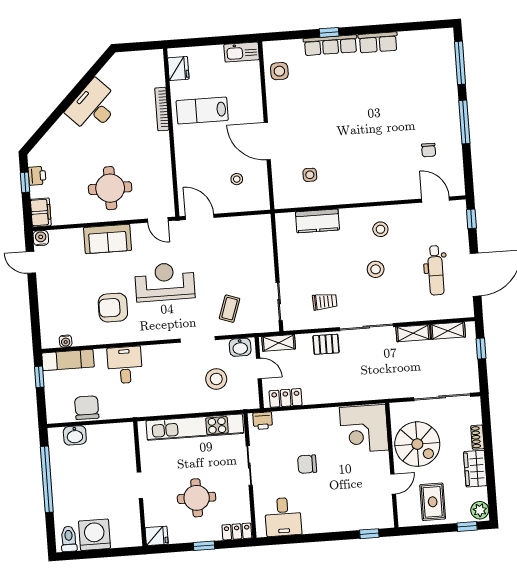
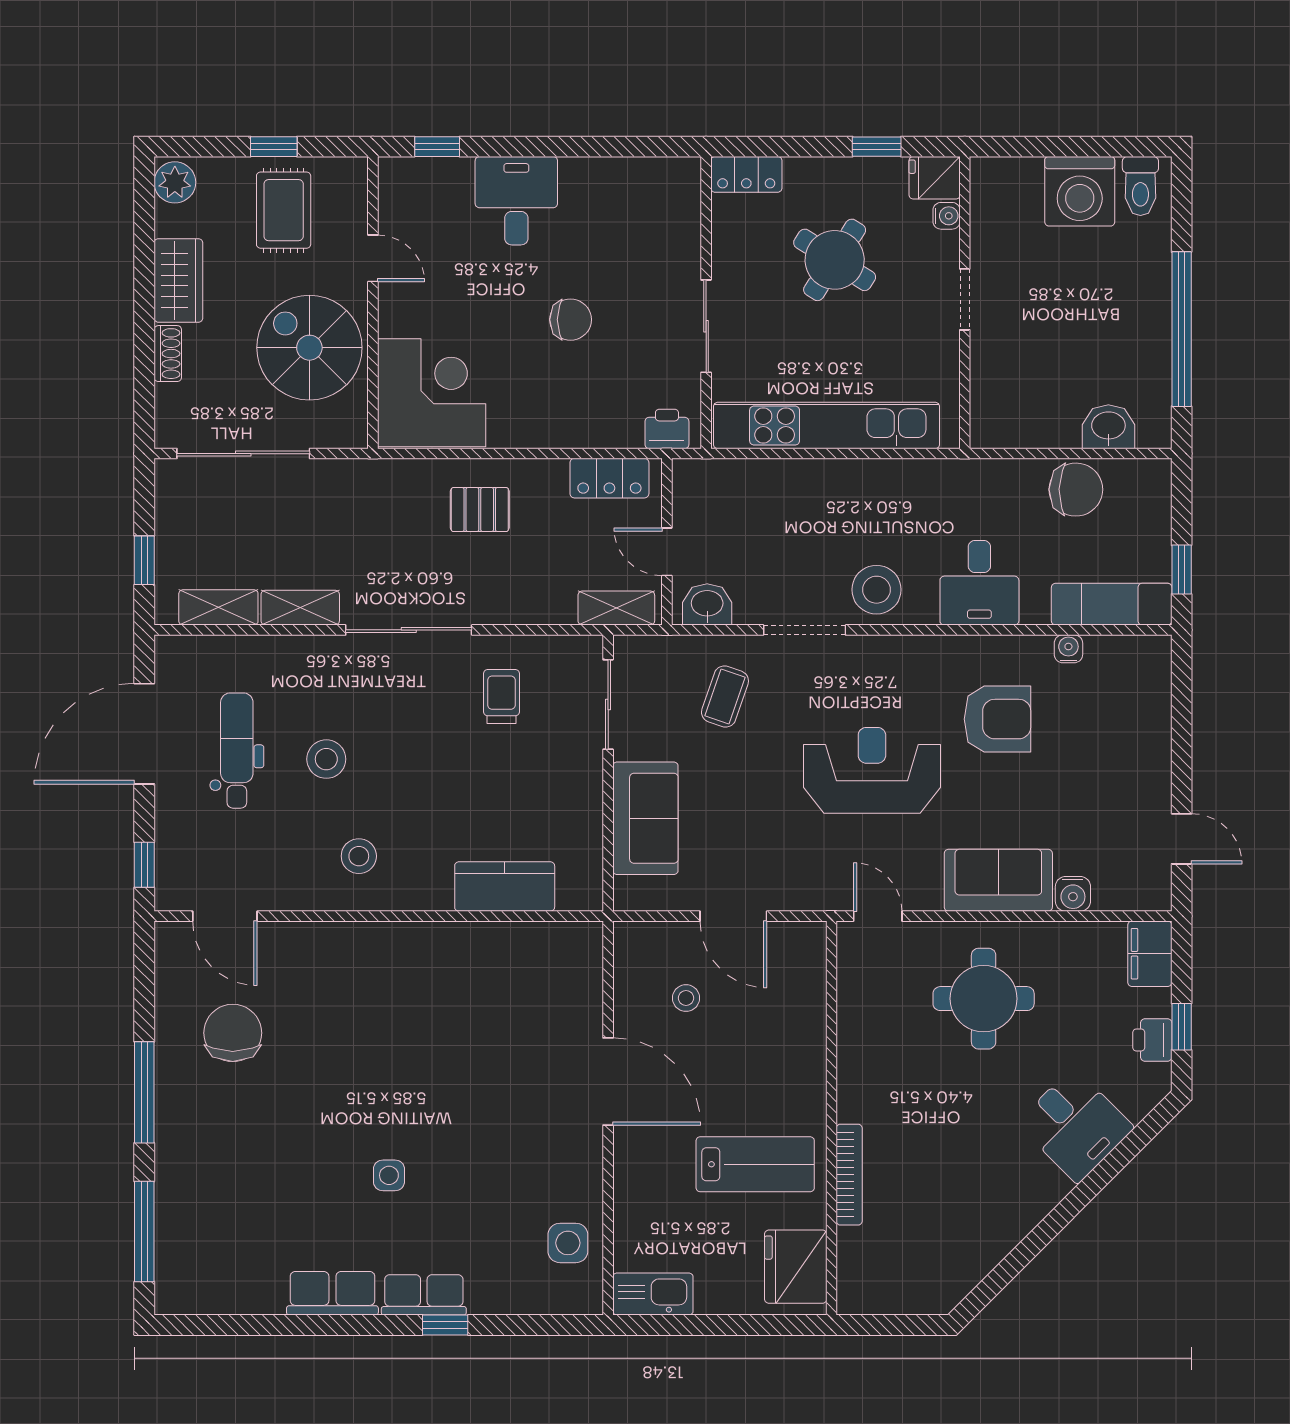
row of seats: (330, 45) -> (424, 1295), width x0.68
fridge: (178, 68) -> (796, 1267), width x1.36, depth x1.34
desk: (93, 107) -> (1075, 1125), moved, width x0.73
chair: (429, 150) -> (233, 1033), width x1.87, depth x1.87
side table: (310, 175) -> (389, 1175), moved
door: (200, 217) -> (733, 916), moved
water cooler: (41, 238) -> (1073, 894), moved
sofa: (260, 254) -> (645, 818), added
stool: (376, 269) -> (326, 759), moved
reception desk: (165, 282) -> (872, 770), turned 180
trolley: (325, 302) -> (501, 696), turned 92
water cooler: (66, 341) -> (1068, 649), moved
pallet: (326, 344) -> (480, 510), moved
stool: (216, 379) -> (877, 590), moved
chair: (87, 408) -> (1076, 490), turned -89
door: (393, 484) -> (373, 258), swing flipped
round table: (197, 498) -> (835, 260), turned 33
desk: (283, 517) -> (516, 201), moved
water cooler: (150, 520) -> (947, 216), added
window: (467, 526) -> (274, 147), moved
window: (204, 546) -> (877, 147), moved

